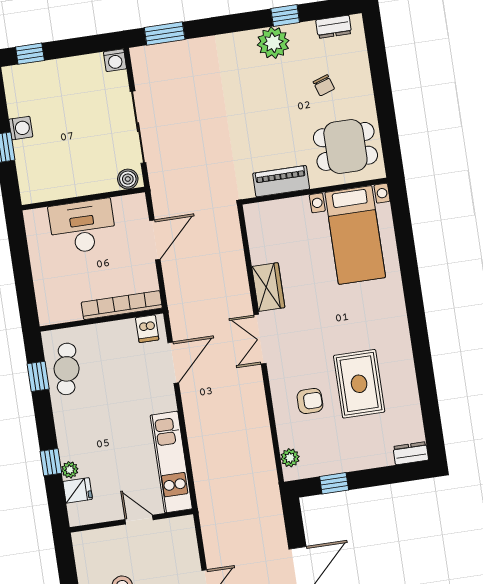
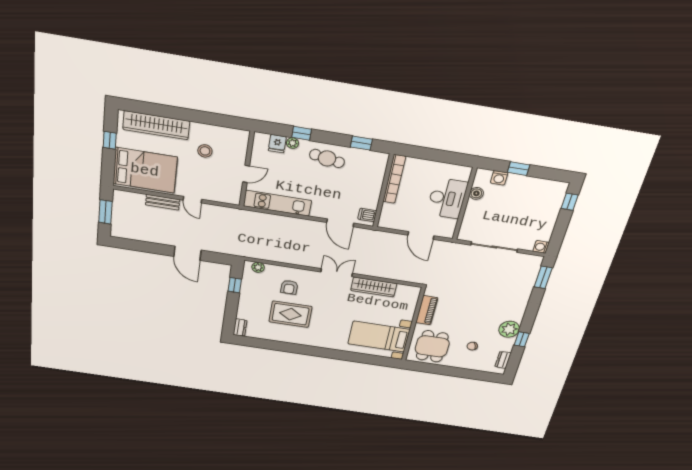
washing machine: (21, 128) -> (499, 178), moved
boiler: (128, 179) -> (476, 193), moved
wardrobe: (268, 287) -> (374, 287), width x1.50
bookcase: (122, 305) -> (394, 179), moved
cafe table: (67, 369) -> (327, 158), moved

